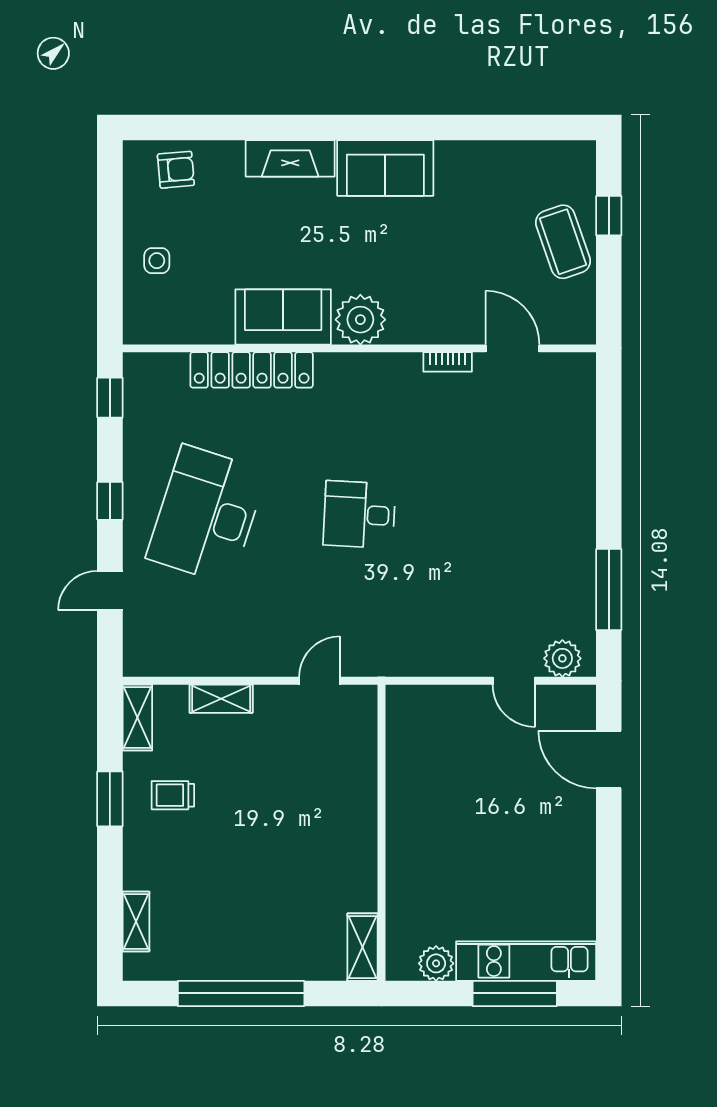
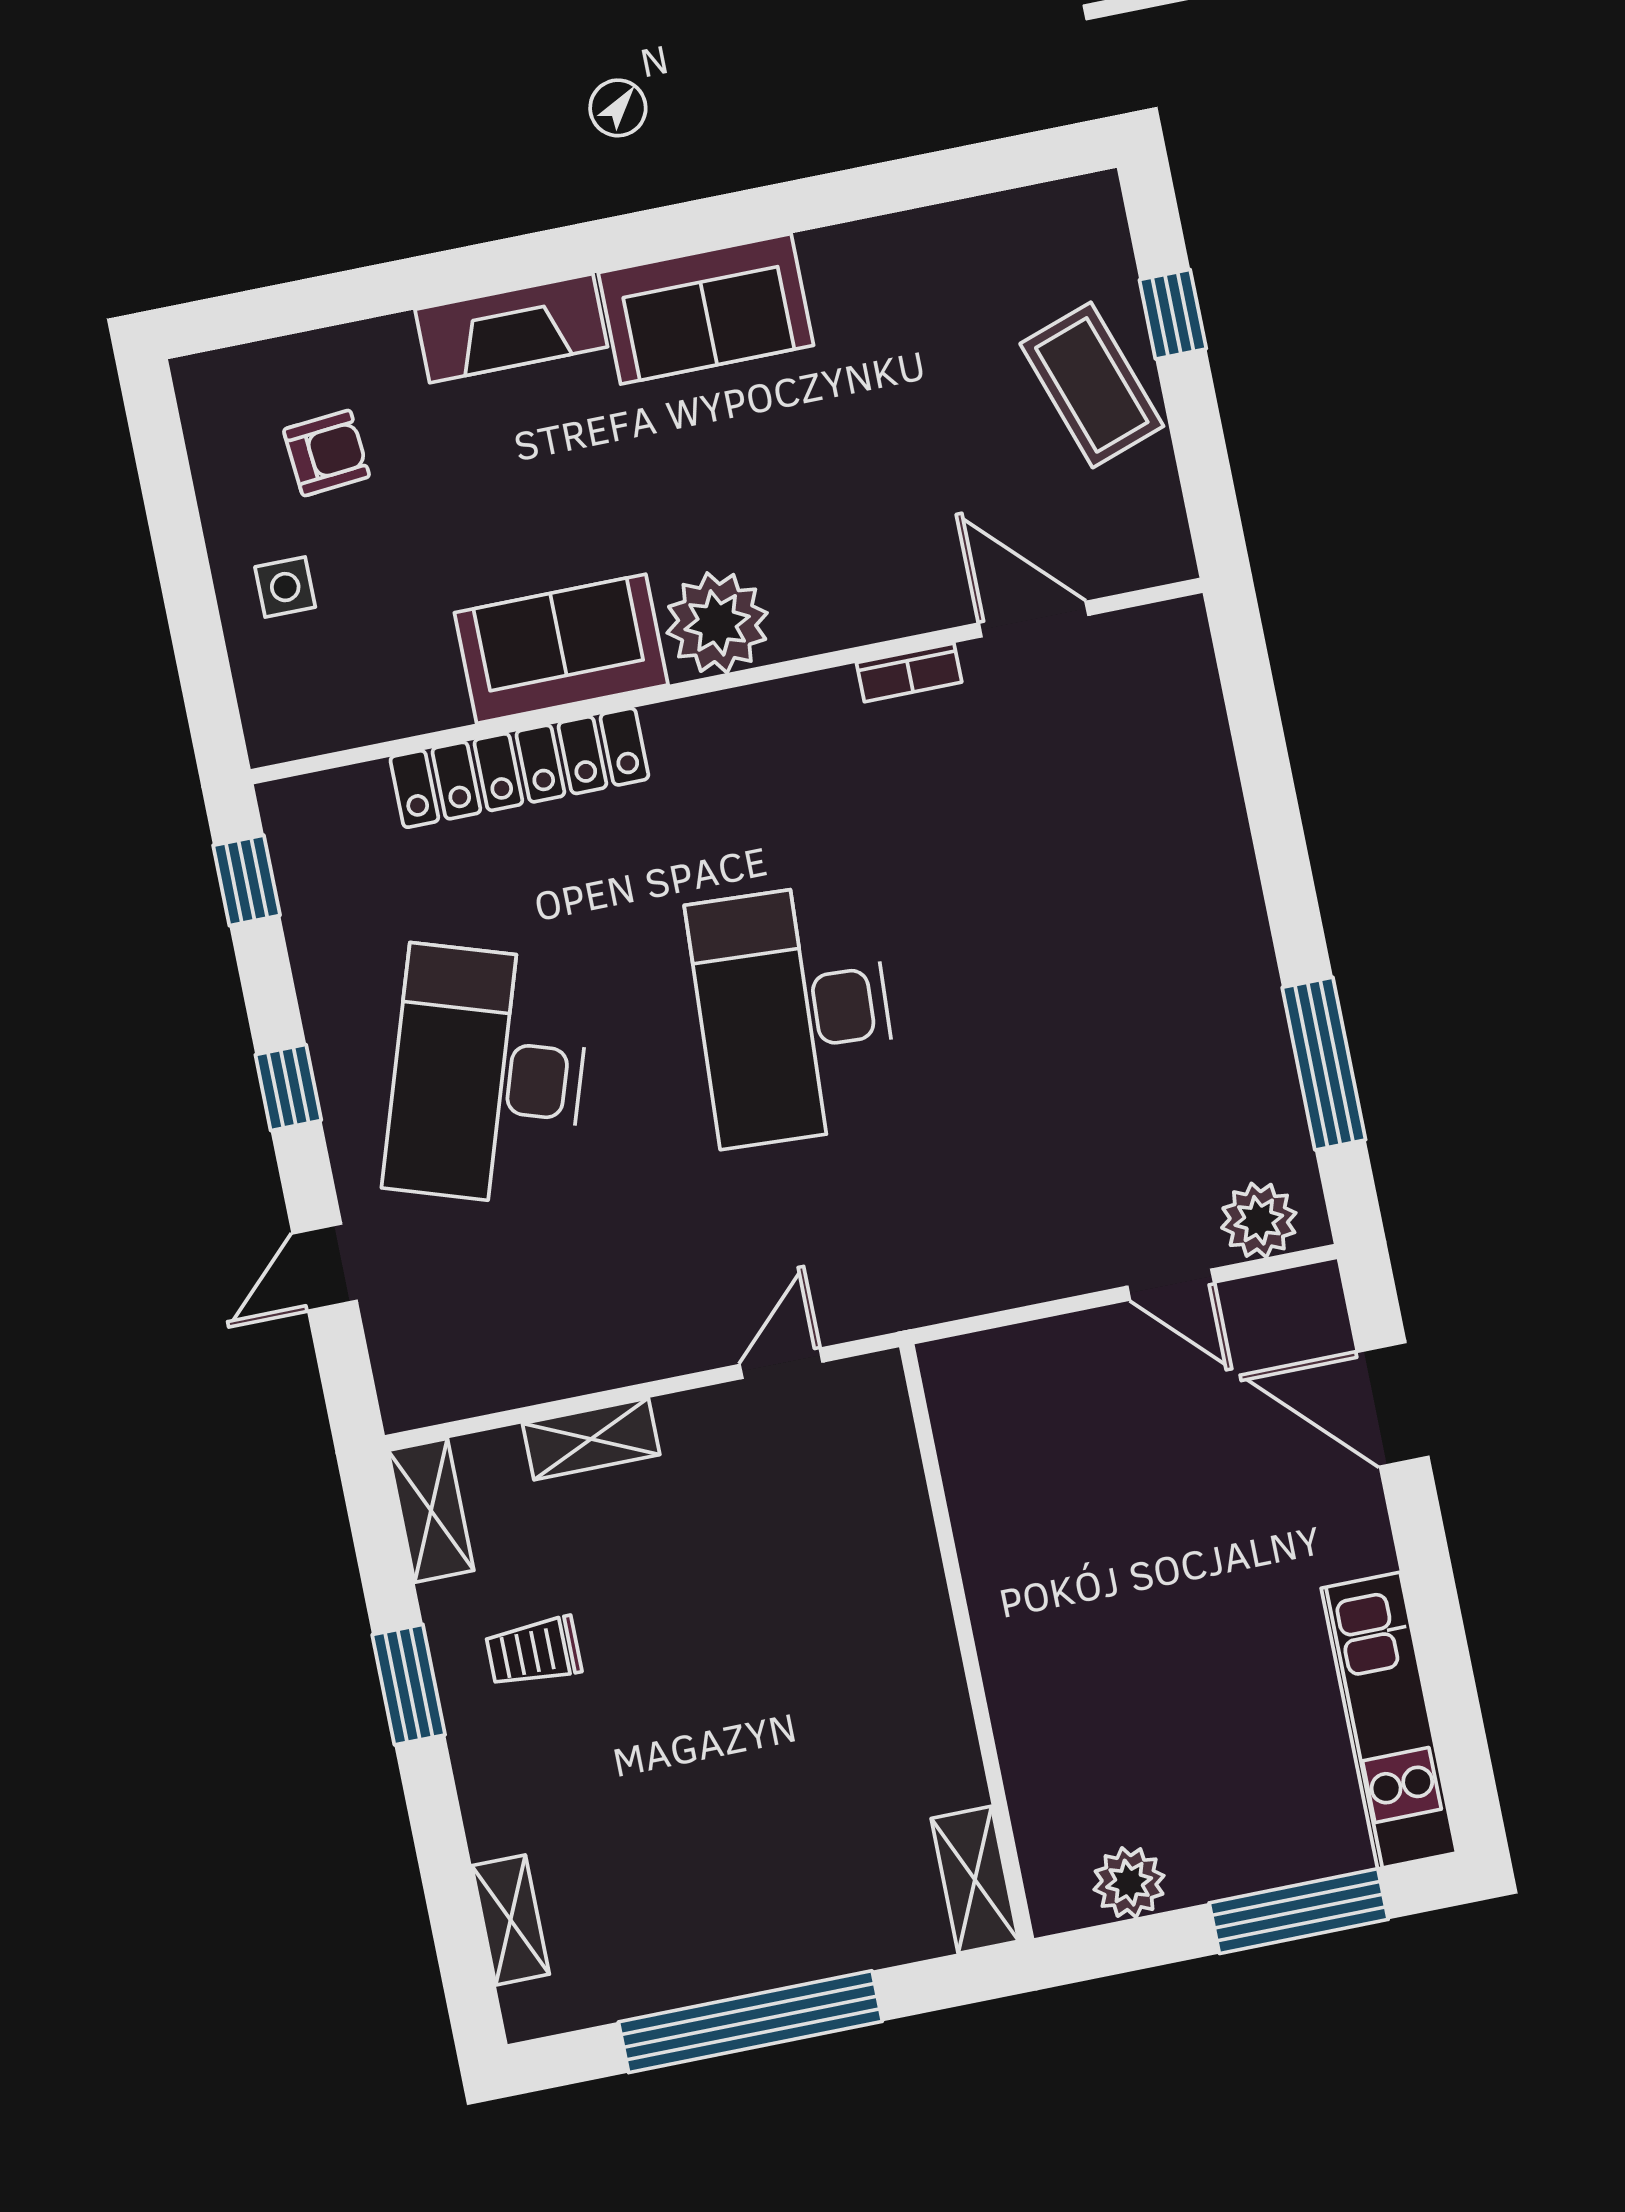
armchair: (176, 170) -> (327, 453), moved
desk: (359, 515) -> (794, 1014), width x1.87, depth x1.30
kitchen unit: (526, 961) -> (1389, 1721), moved, turned -90

